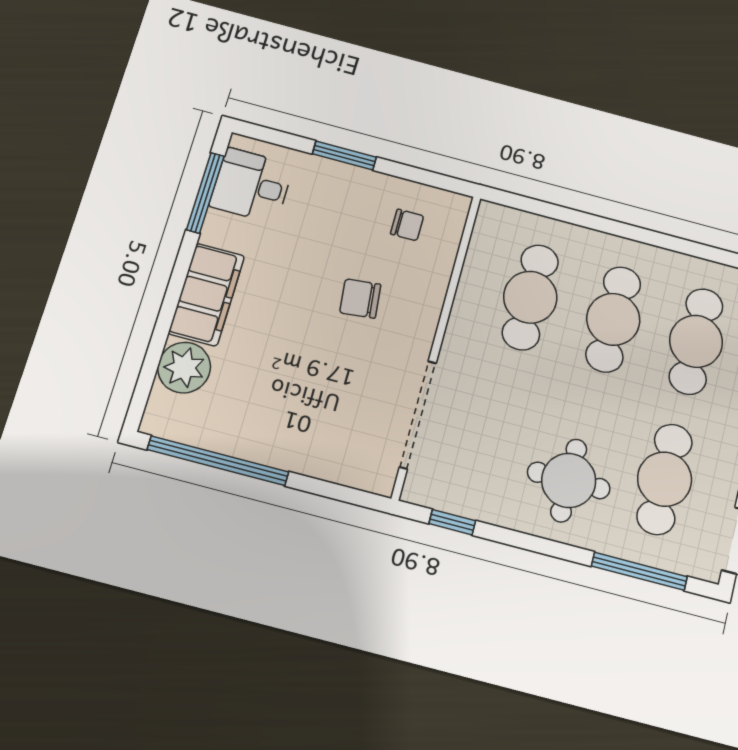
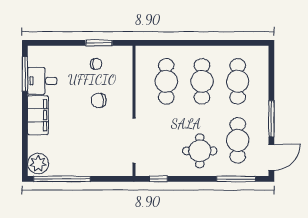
window: (344, 155) -> (99, 43), moved
desk: (252, 185) -> (42, 81), moved
chair: (407, 225) -> (96, 64), moved
plant: (184, 368) -> (38, 164), moved

